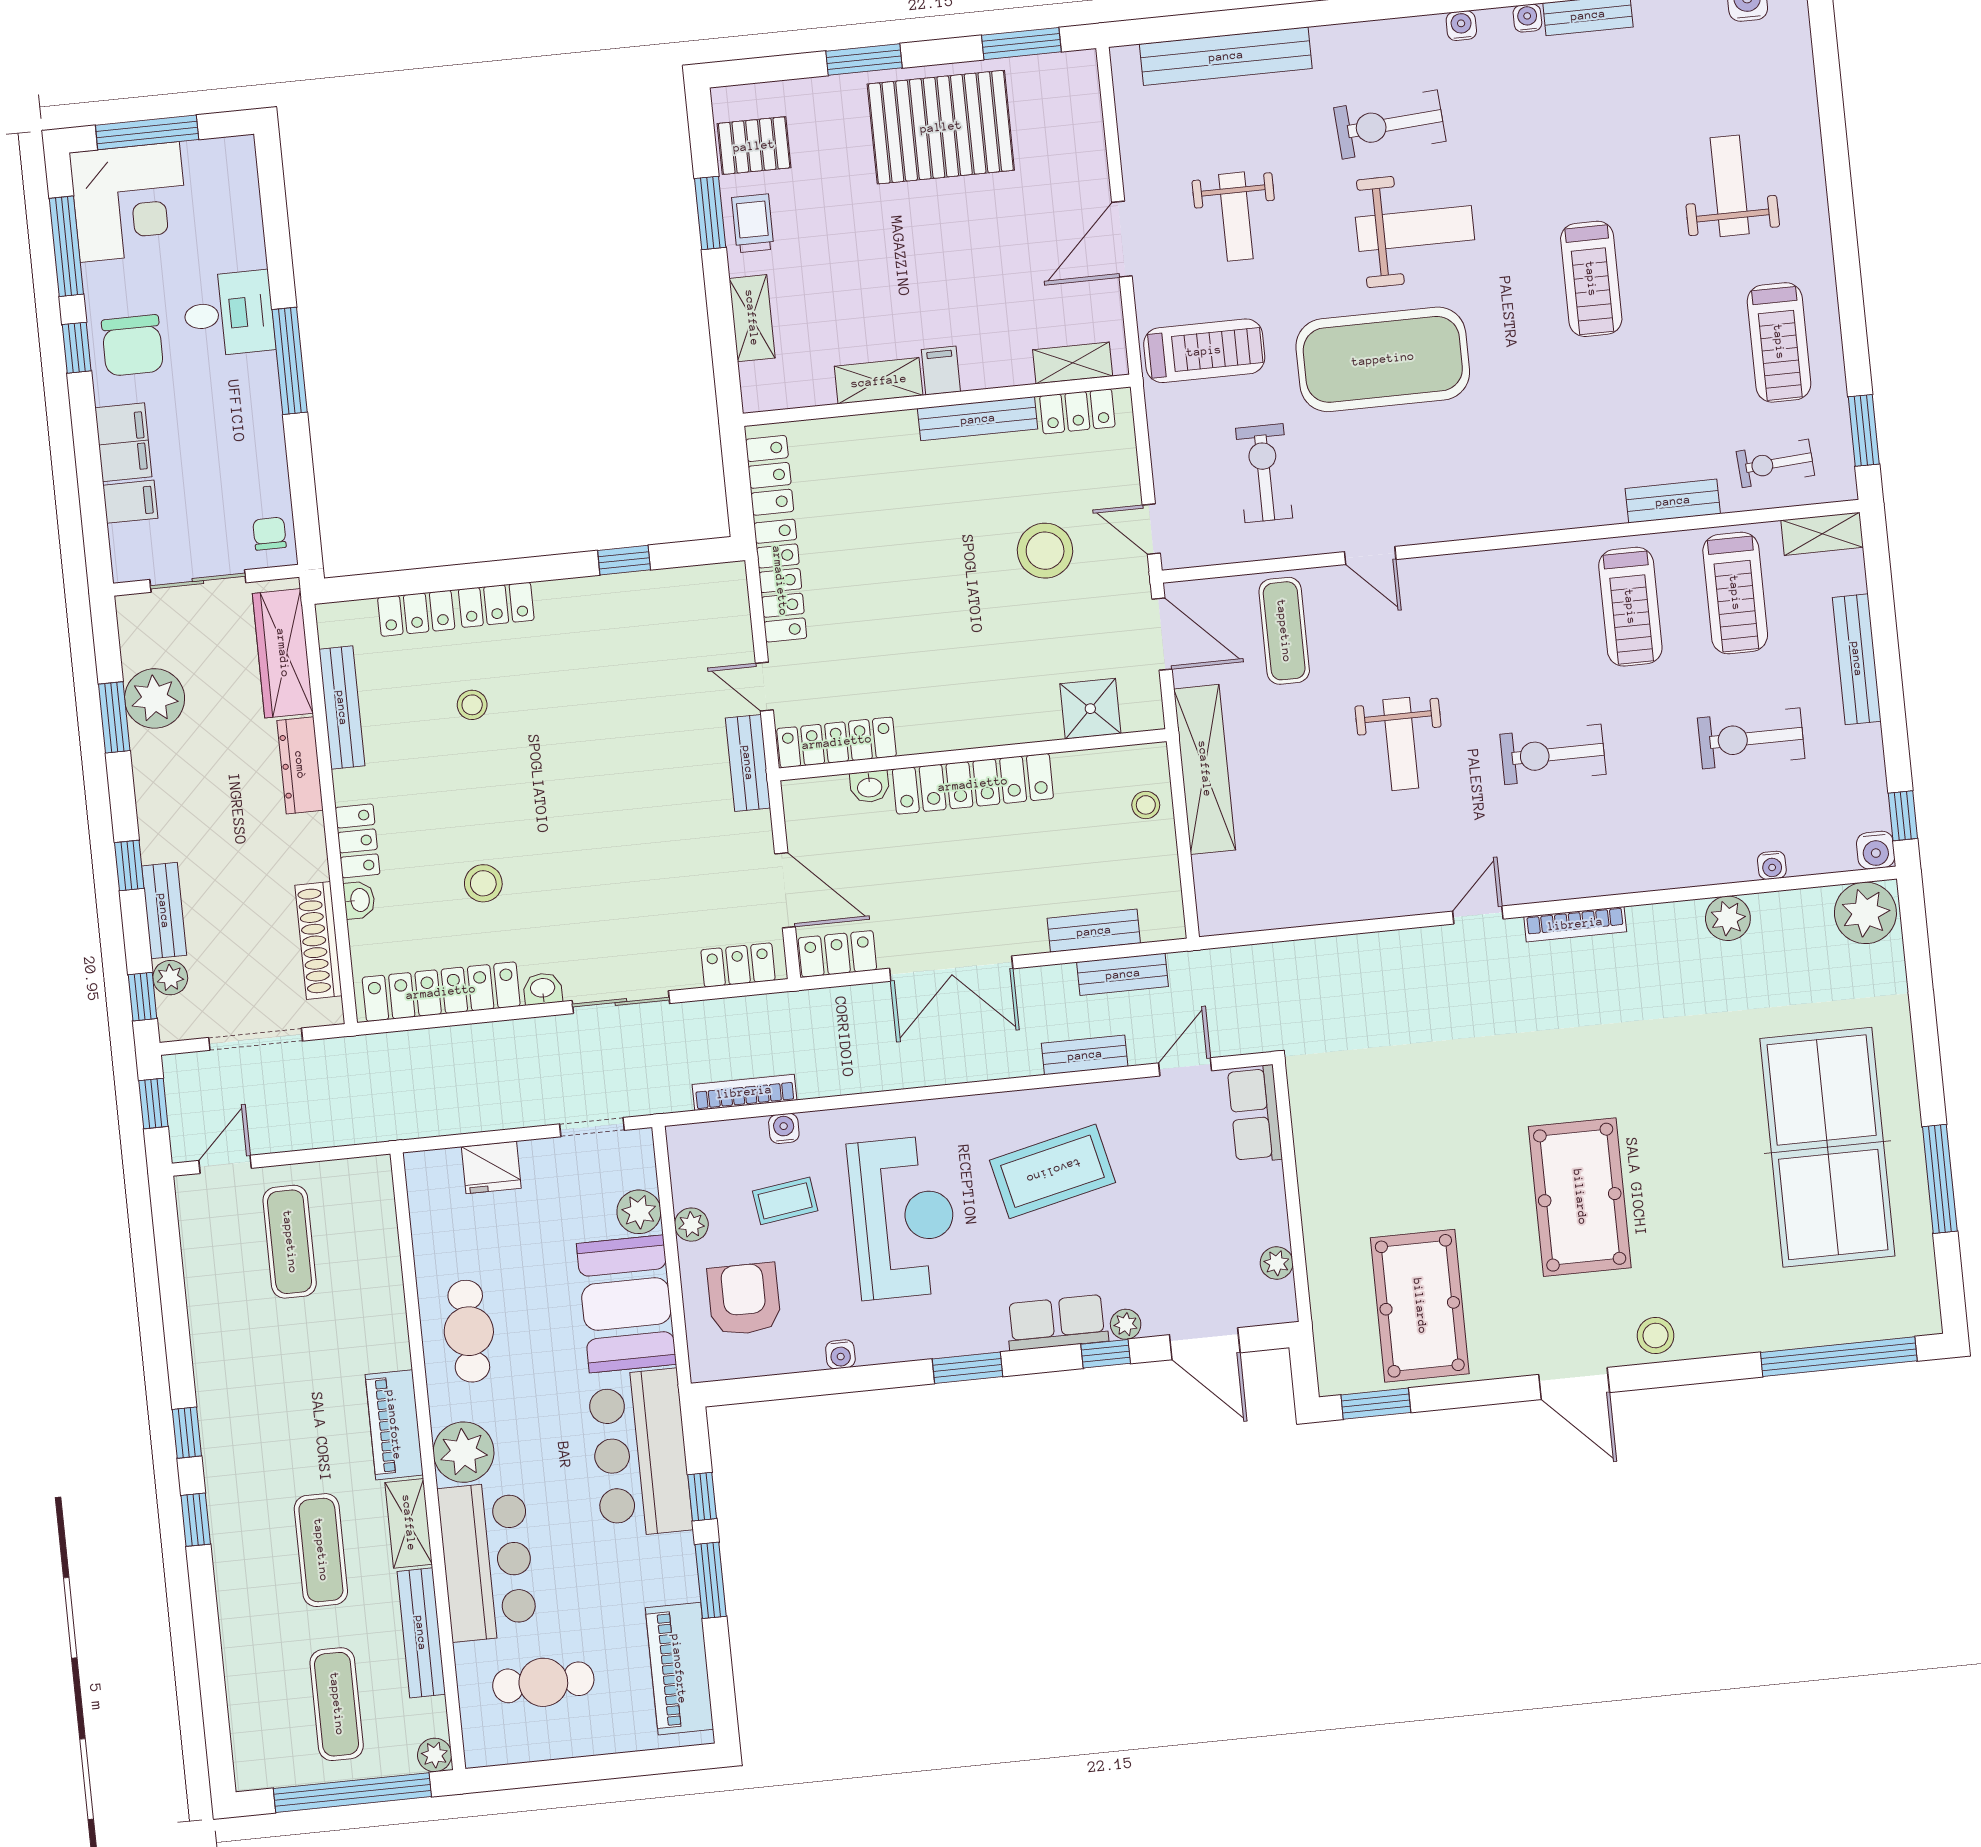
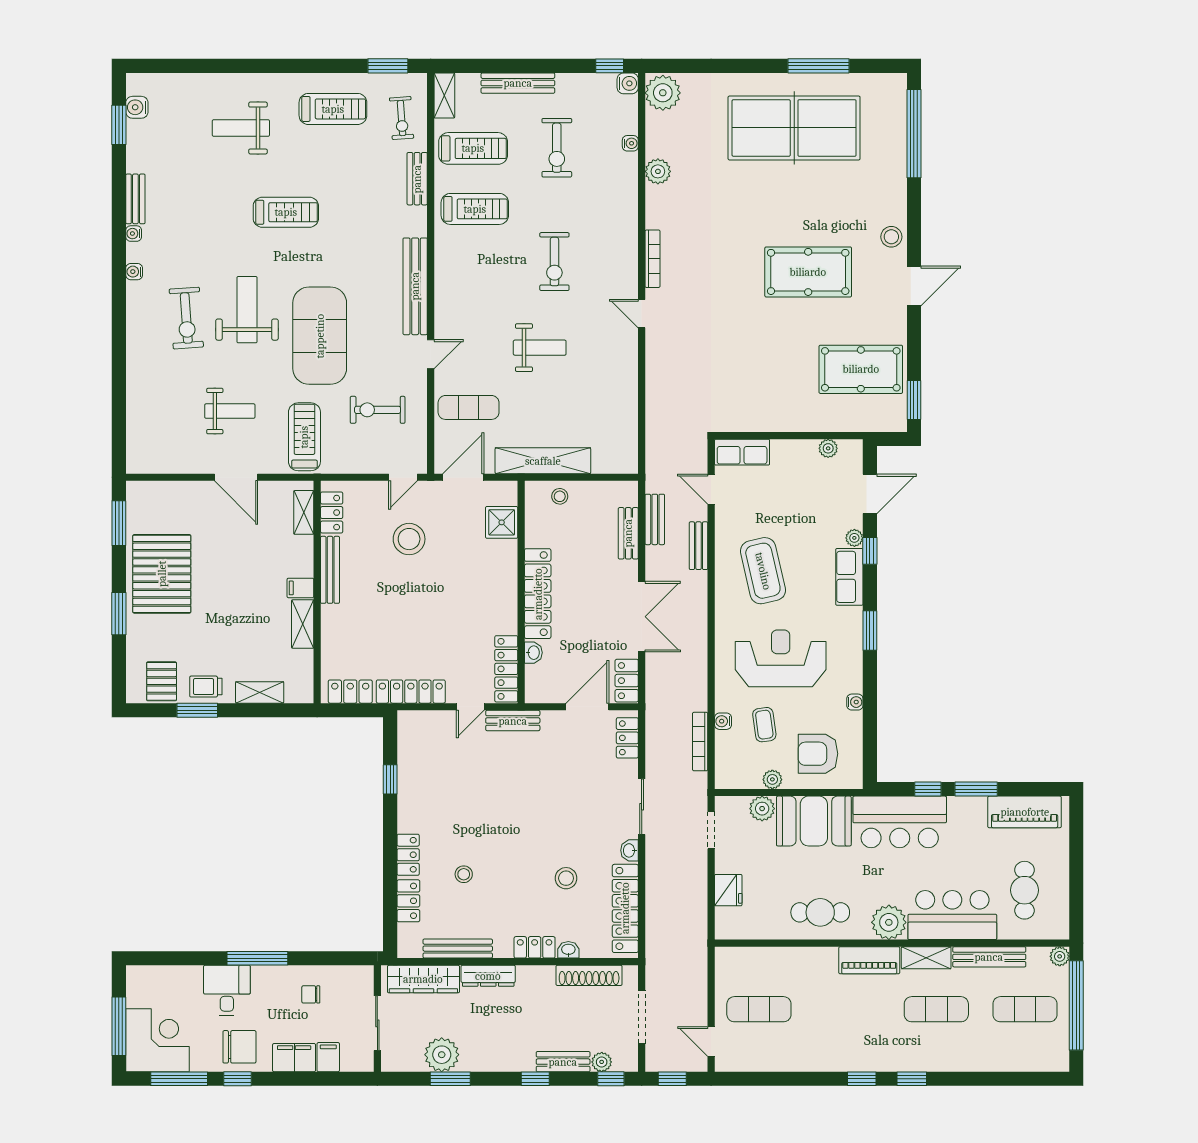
bench: (1226, 56) -> (415, 286), moved
chair: (269, 534) -> (311, 994), moved

